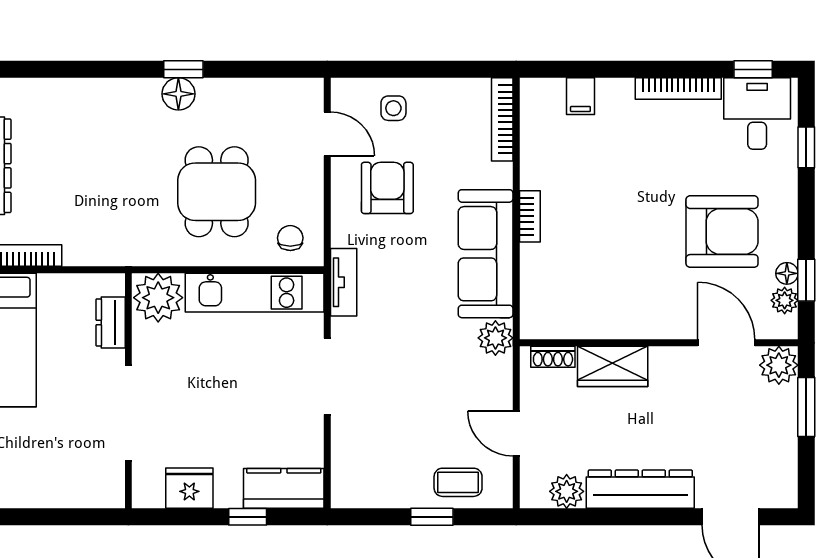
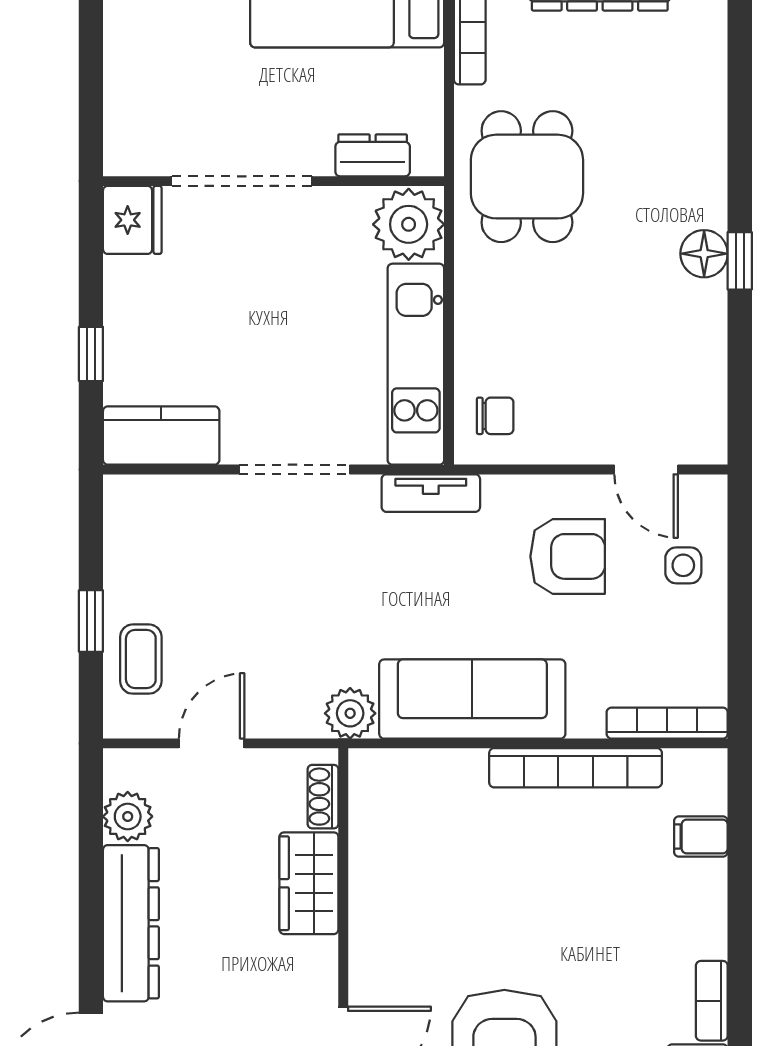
bookcase: (678, 89) -> (712, 1001), width x0.64
door: (327, 134) -> (646, 469), hinge flipped
dining table: (217, 192) -> (527, 177), moved, turned 90
bookcase: (530, 216) -> (576, 768), width x2.31, depth x1.31
fridge: (189, 488) -> (132, 220), moved
kitchen counter: (284, 488) -> (161, 436), moved, turned -90

